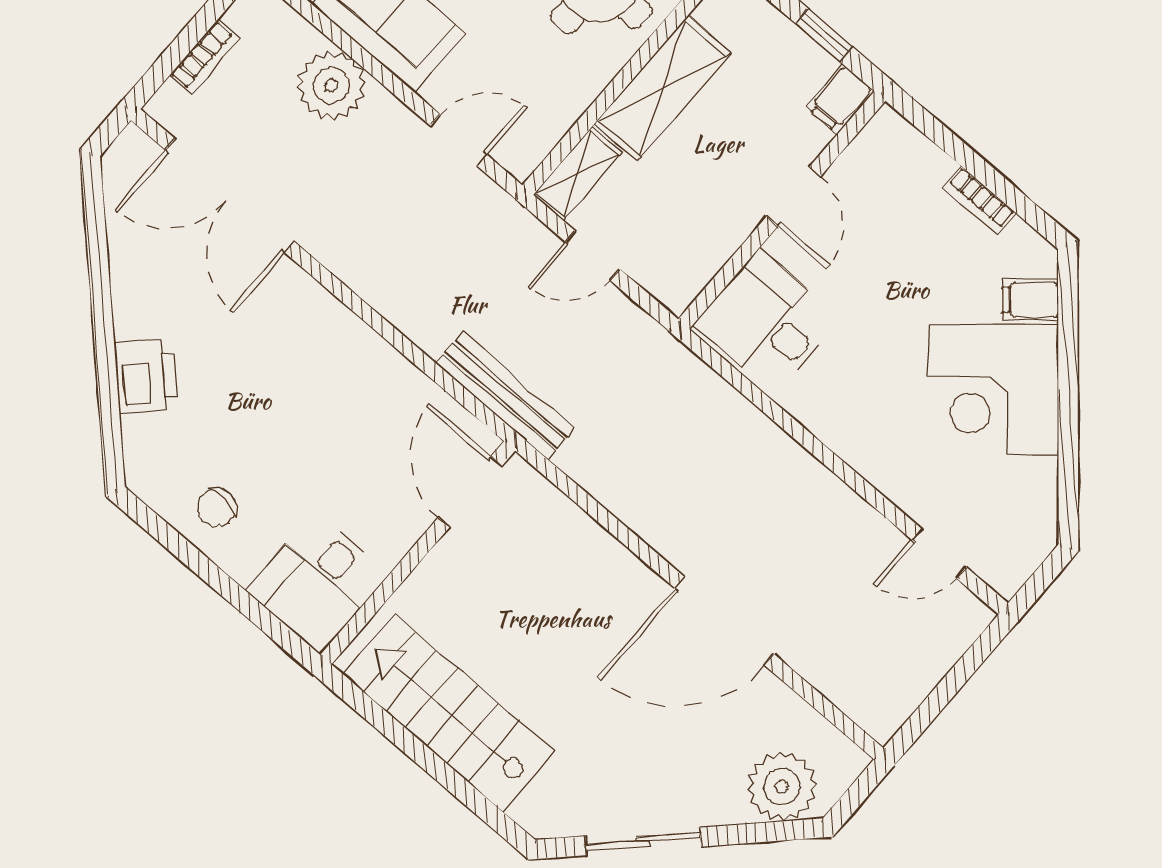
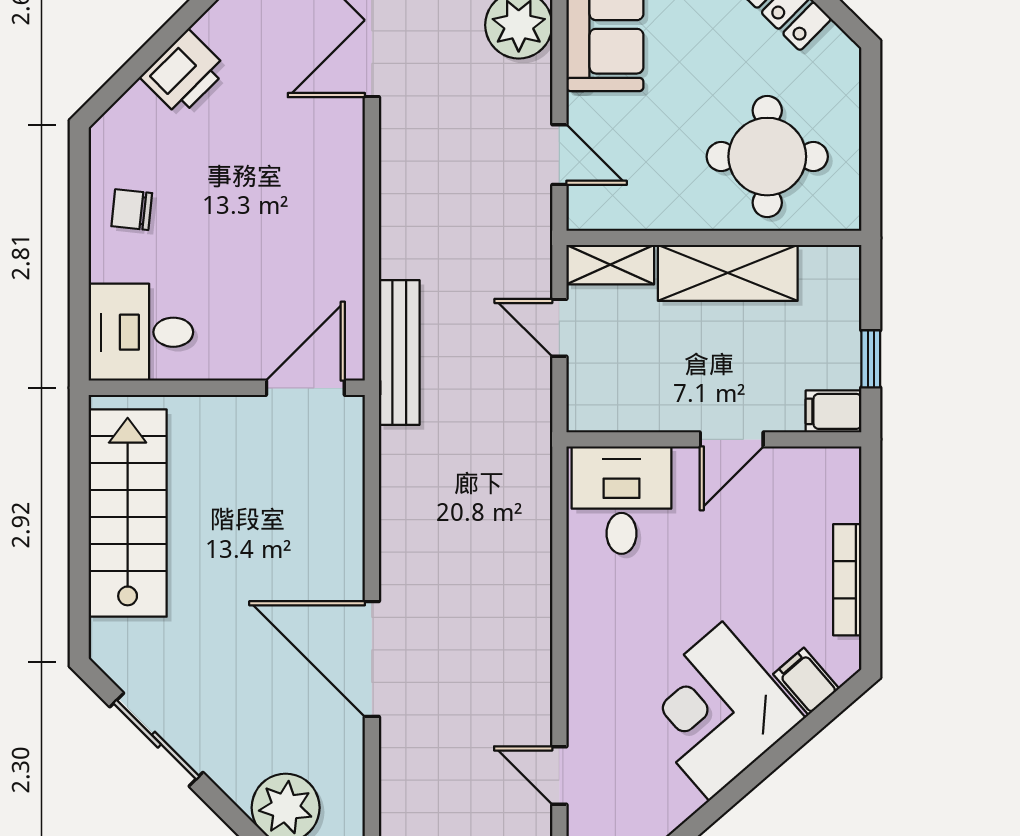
bookcase: (979, 200) -> (847, 580), width x1.56

